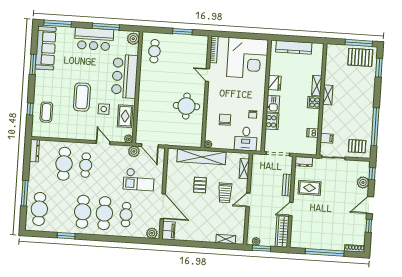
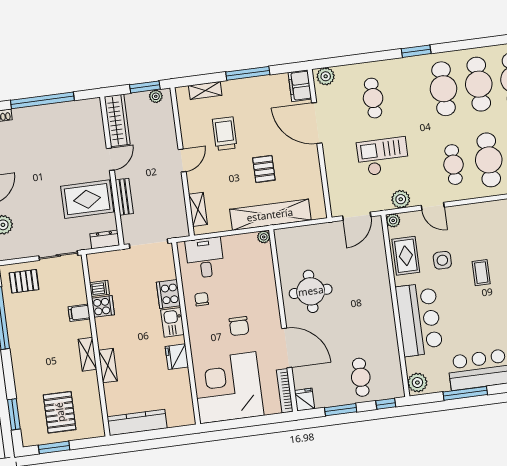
window: (155, 30) -> (386, 404), added
fridge: (203, 42) -> (305, 400), added
window: (359, 43) -> (54, 447), width x0.69
kitchen counter: (294, 47) -> (137, 423), moved
cafe table: (154, 51) -> (361, 377), moved
pallet: (360, 57) -> (60, 412), moved, turned 90
door: (207, 75) -> (287, 348), width x1.88
coffee table: (82, 97) -> (481, 273), width x0.54, depth x0.58
cooker: (314, 102) -> (103, 306), moved
chair: (225, 120) -> (239, 326), moved
filing cabinet: (327, 138) -> (79, 313), moved
door: (150, 146) -> (357, 216), swing flipped
plant: (134, 151) -> (401, 199), moved
checkout: (139, 180) -> (383, 156), moved
rug: (309, 188) -> (87, 199), width x1.36, depth x1.43
trolley: (225, 193) -> (225, 134), moved
cafe table: (104, 213) -> (479, 84), moved
window: (66, 236) -> (416, 51), moved
window: (198, 244) -> (248, 73), added

